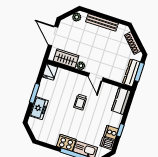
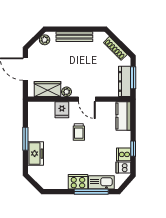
fridge: (50, 72) -> (62, 110), moved

